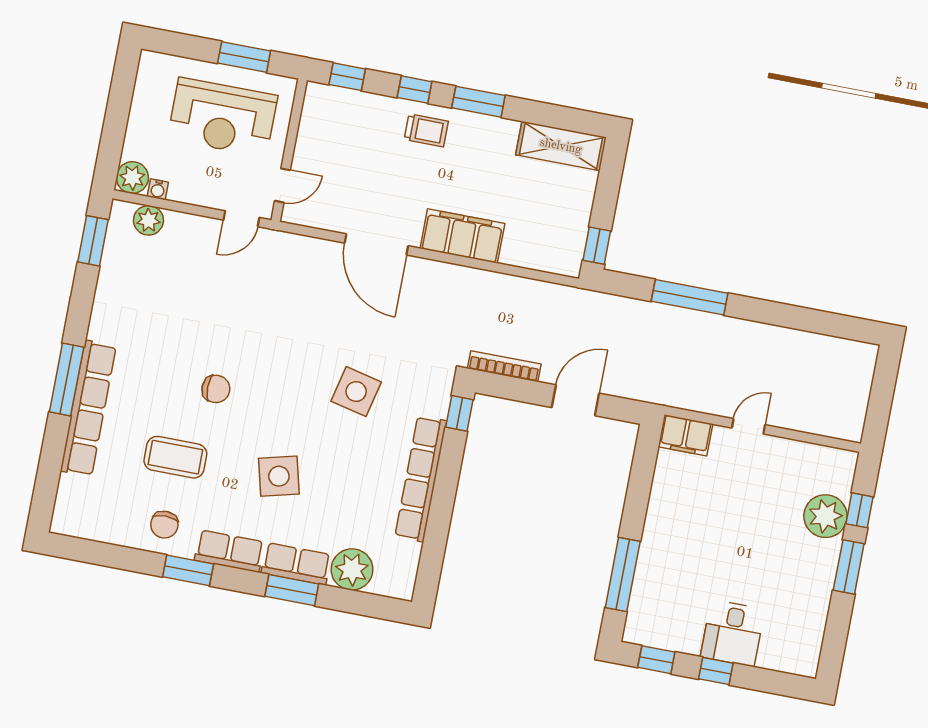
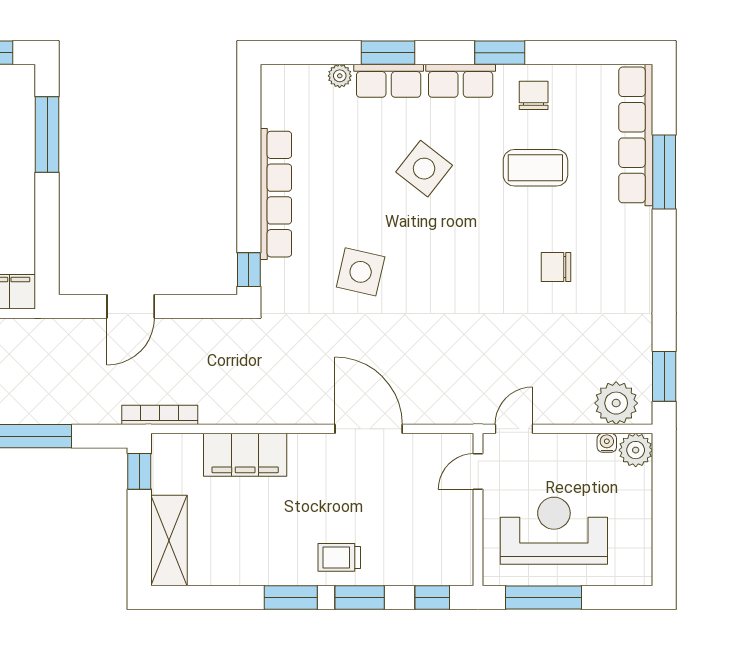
window: (244, 57) -> (543, 598), width x1.44
window: (415, 90) -> (360, 598), width x1.50
shelving: (561, 146) -> (169, 540), moved, turned 90
plant: (148, 220) -> (616, 403), width x1.36, depth x1.36
filing cabinet: (462, 236) -> (245, 455), moved
bookcase: (504, 366) -> (160, 415), moved, turned 180
window: (67, 380) -> (664, 172), moved
chair: (216, 389) -> (556, 267), moved
row of seats: (88, 408) -> (636, 135), moved
side table: (279, 476) -> (424, 169), turned -38
plant: (352, 569) -> (340, 76), width x0.53, depth x0.53

